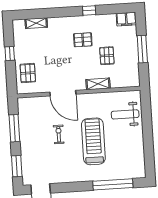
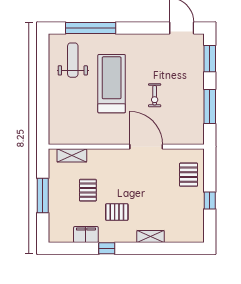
filing cabinet: (126, 19) -> (86, 235), moved
shelving: (36, 23) -> (151, 237), moved
shelving: (98, 84) -> (72, 155), moved
weight bench: (125, 114) -> (73, 60), moved, turned -90
treadmill: (93, 141) -> (112, 84), turned 180

